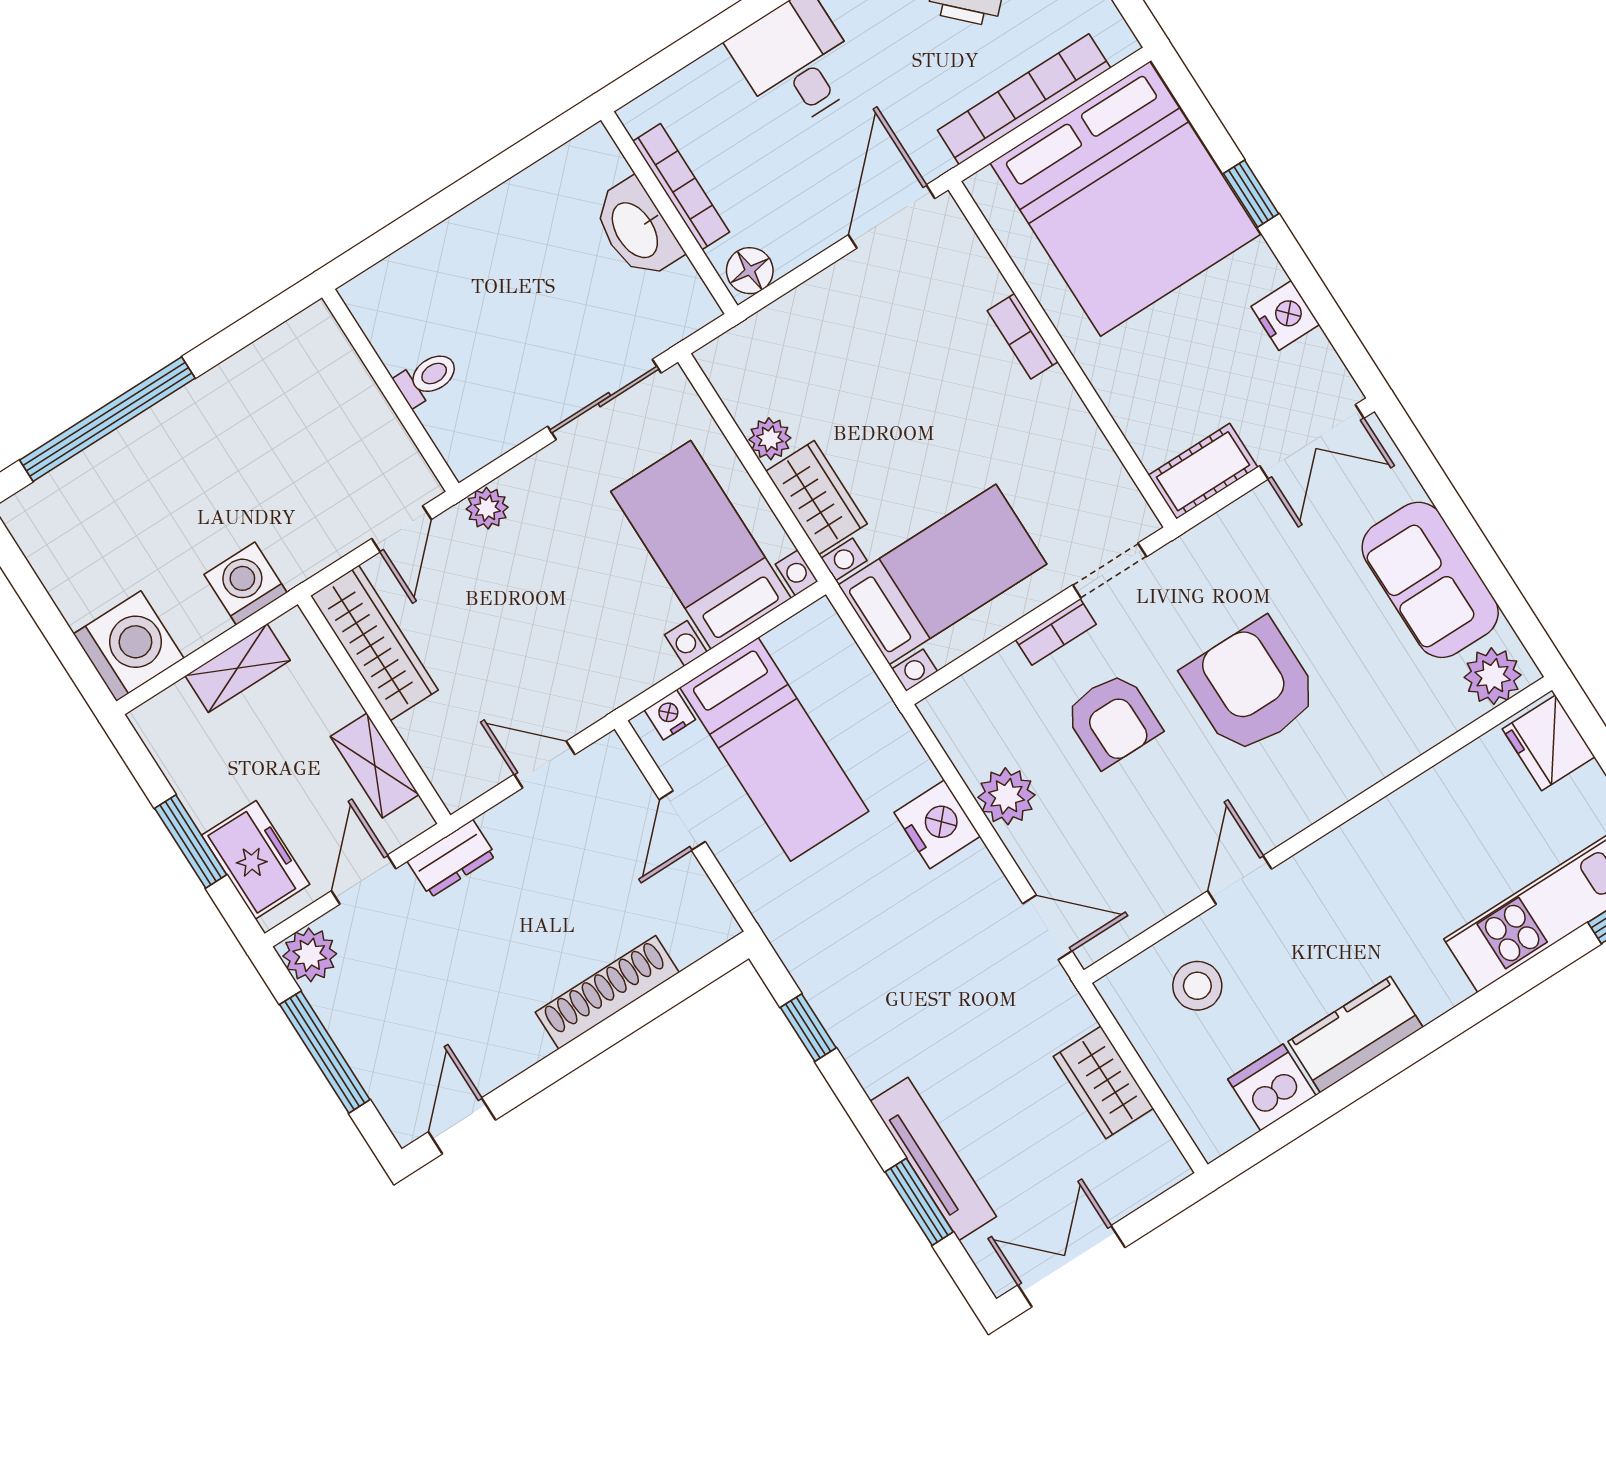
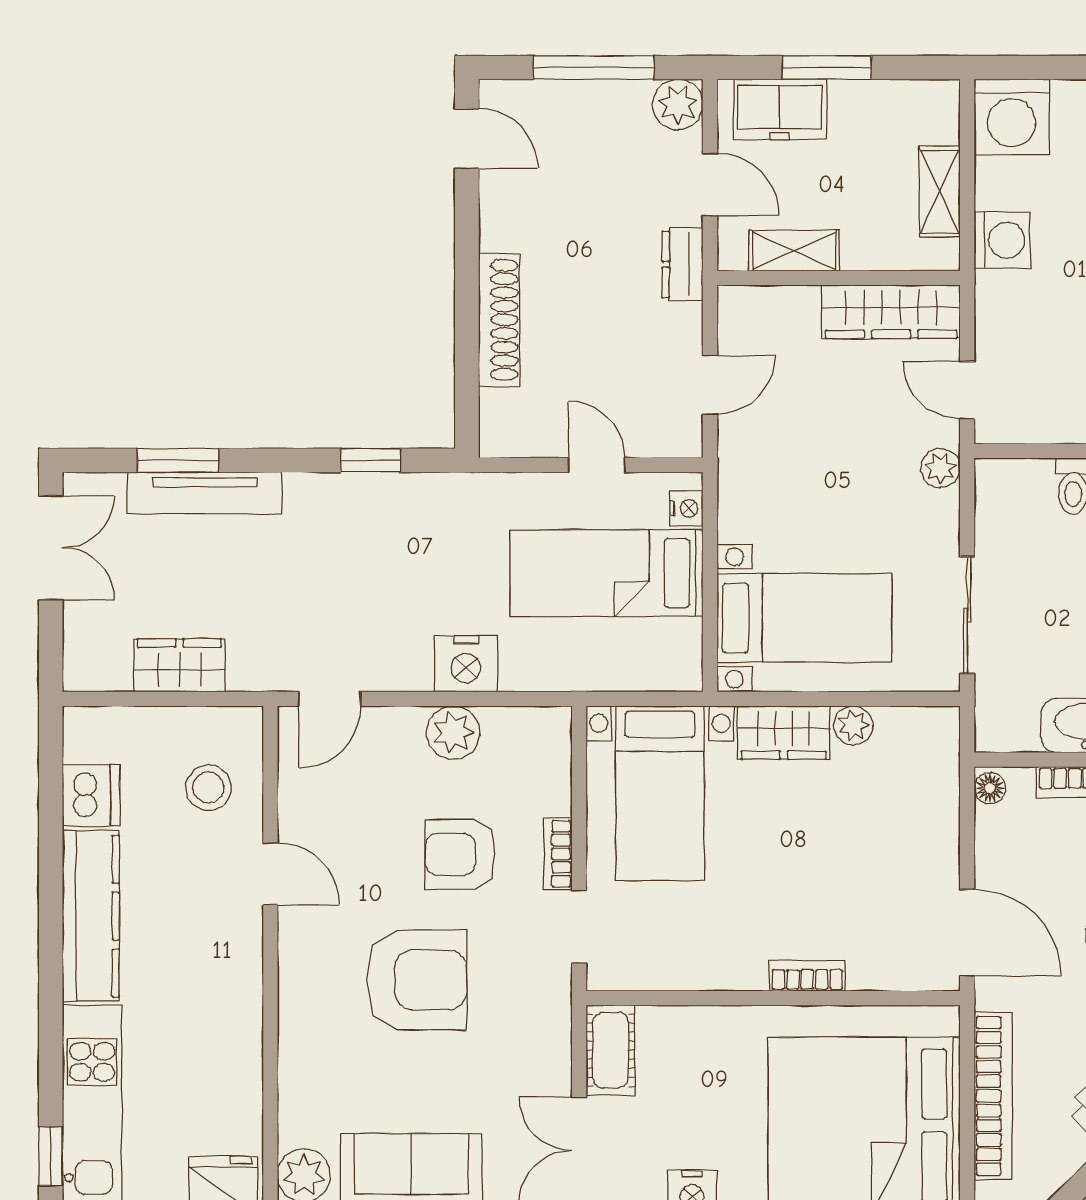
floor lamp: (750, 271) -> (990, 788), width x0.73, depth x0.73
kitchen counter: (1355, 1034) -> (91, 916), width x1.50

